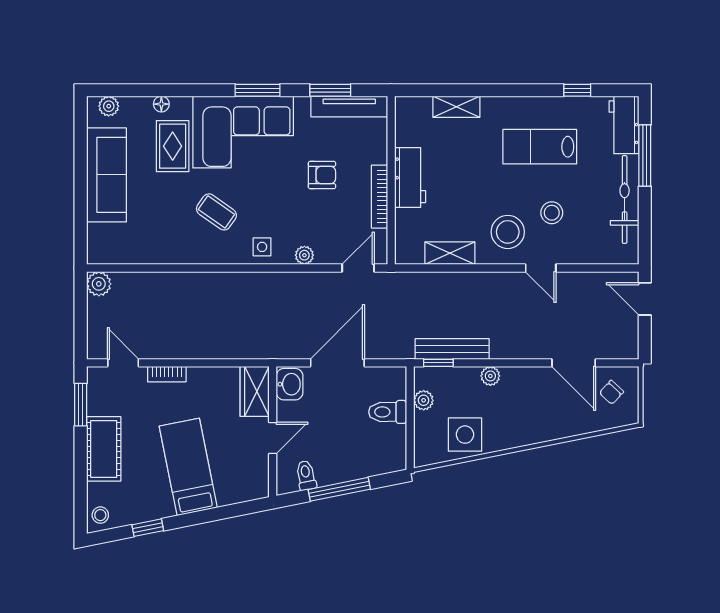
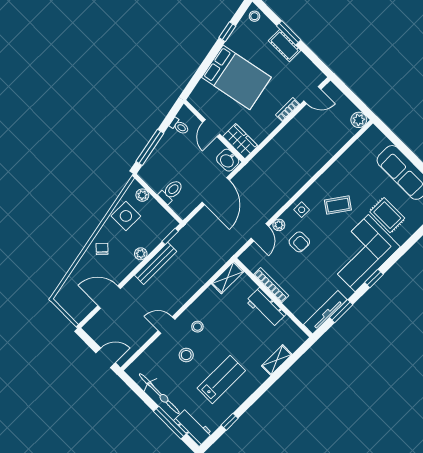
window: (258, 90) -> (374, 278), width x0.67
floor lamp: (161, 104) -> (411, 229), removed
armchair: (322, 175) -> (299, 242), moved, turned -90
stool: (508, 232) -> (197, 327), width x0.53, depth x0.53
shelving: (450, 253) -> (228, 278), moved
door: (358, 268) -> (260, 232), moved
bench: (452, 349) -> (156, 263), moved
chair: (611, 392) -> (102, 249), moved
plant: (424, 400) -> (142, 195), moved
window: (81, 405) -> (289, 33), moved
cot: (104, 449) -> (285, 46), width x0.73, depth x0.75
bed: (188, 467) -> (236, 77), width x1.50
window: (339, 489) -> (150, 147), moved

